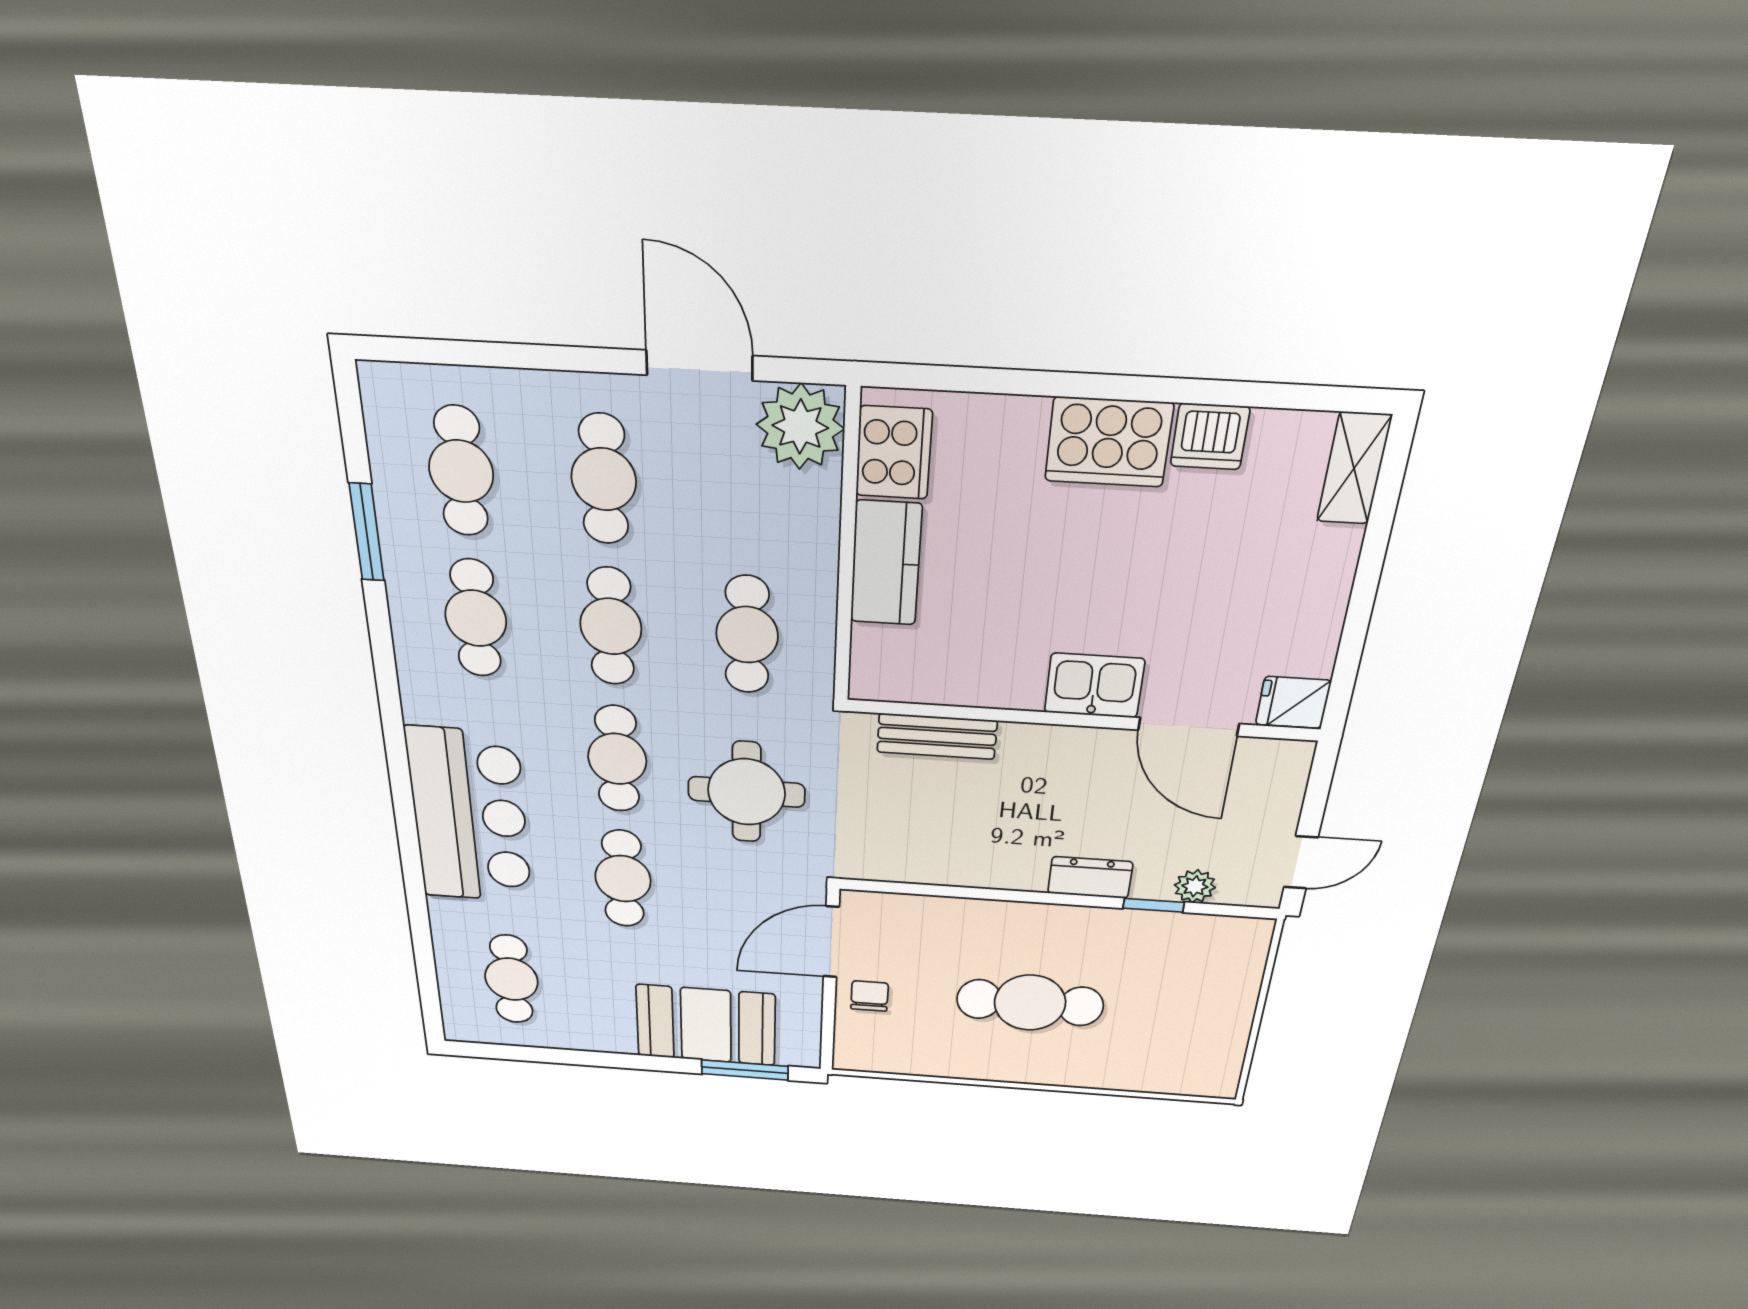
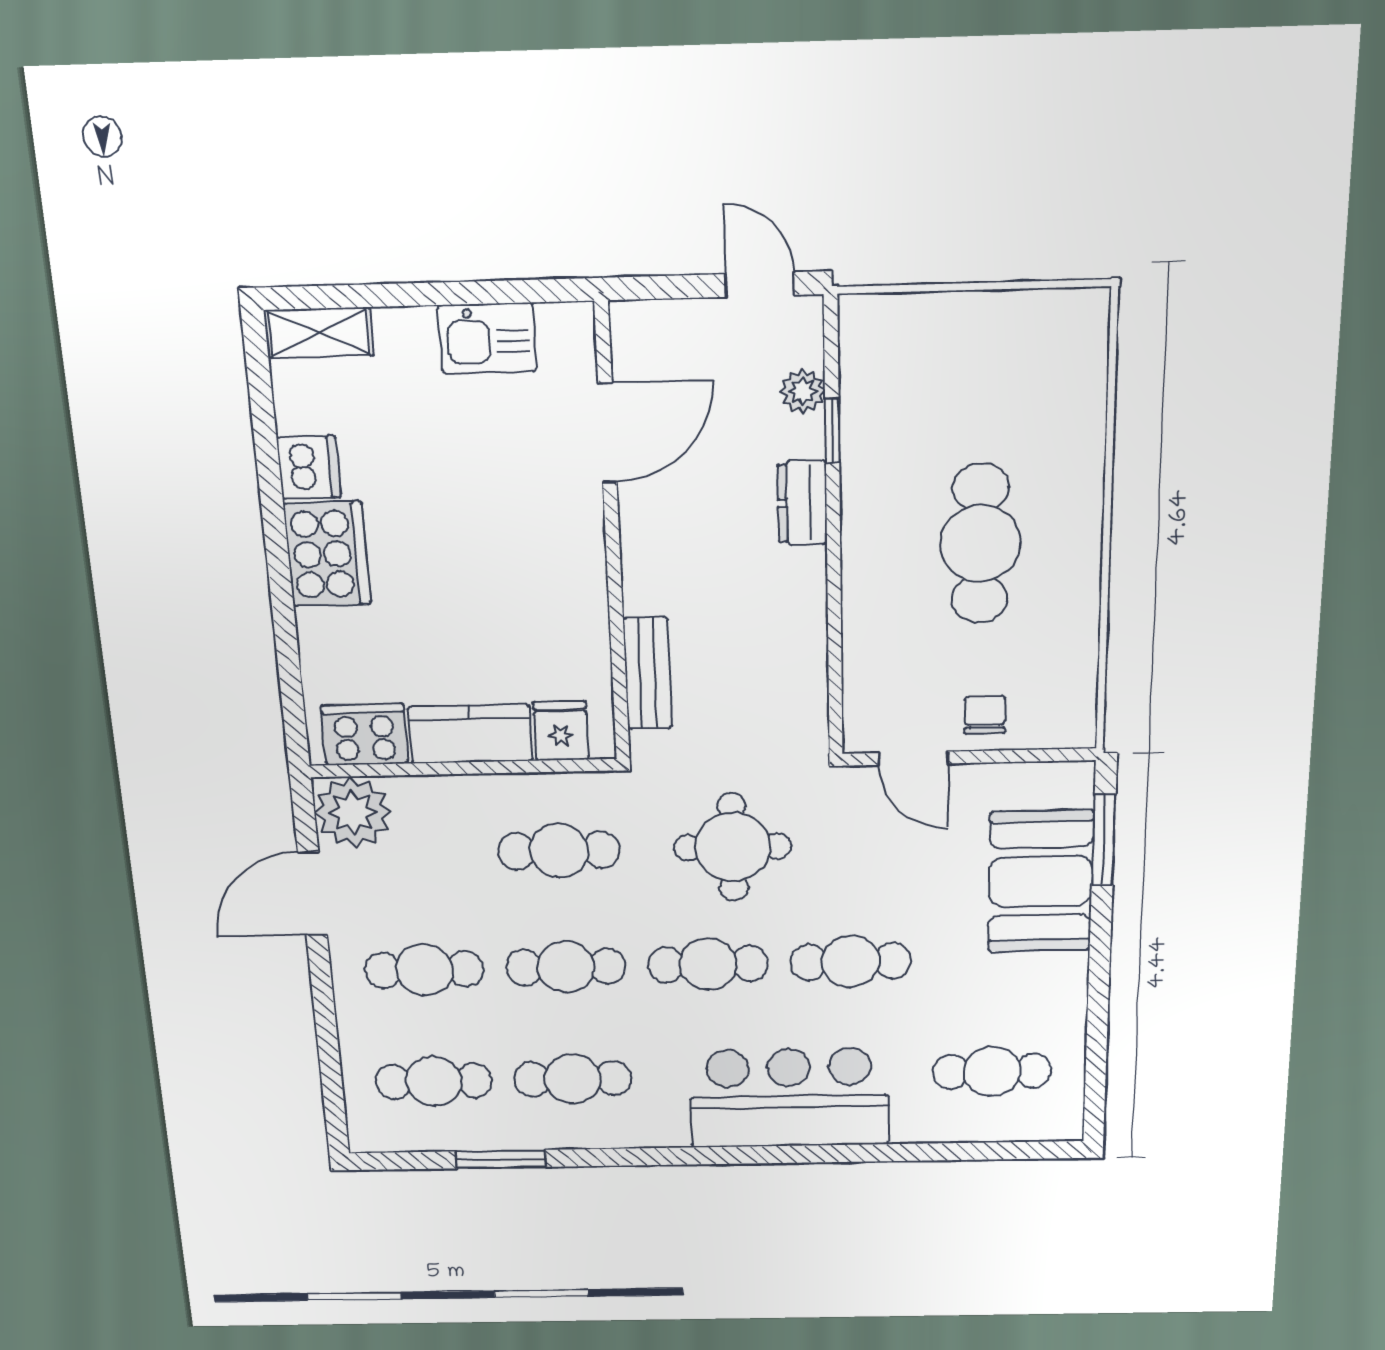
kitchen sink: (1094, 686) -> (487, 338), moved, turned -90
fridge: (1293, 702) -> (561, 731), moved, turned 180
door: (831, 942) -> (913, 758), width x0.73
chair: (870, 996) -> (985, 715), turned 90

